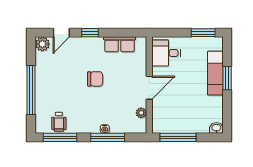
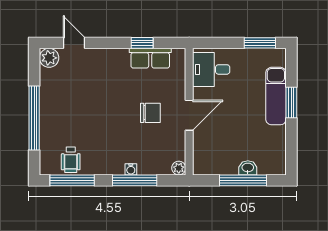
door: (61, 33) -> (74, 43), swing flipped
window: (90, 33) -> (142, 43), moved
chair: (95, 79) -> (150, 113), moved
plant: (141, 113) -> (179, 168), moved
washbasin: (216, 128) -> (248, 168), moved
window: (178, 137) -> (243, 180), moved

